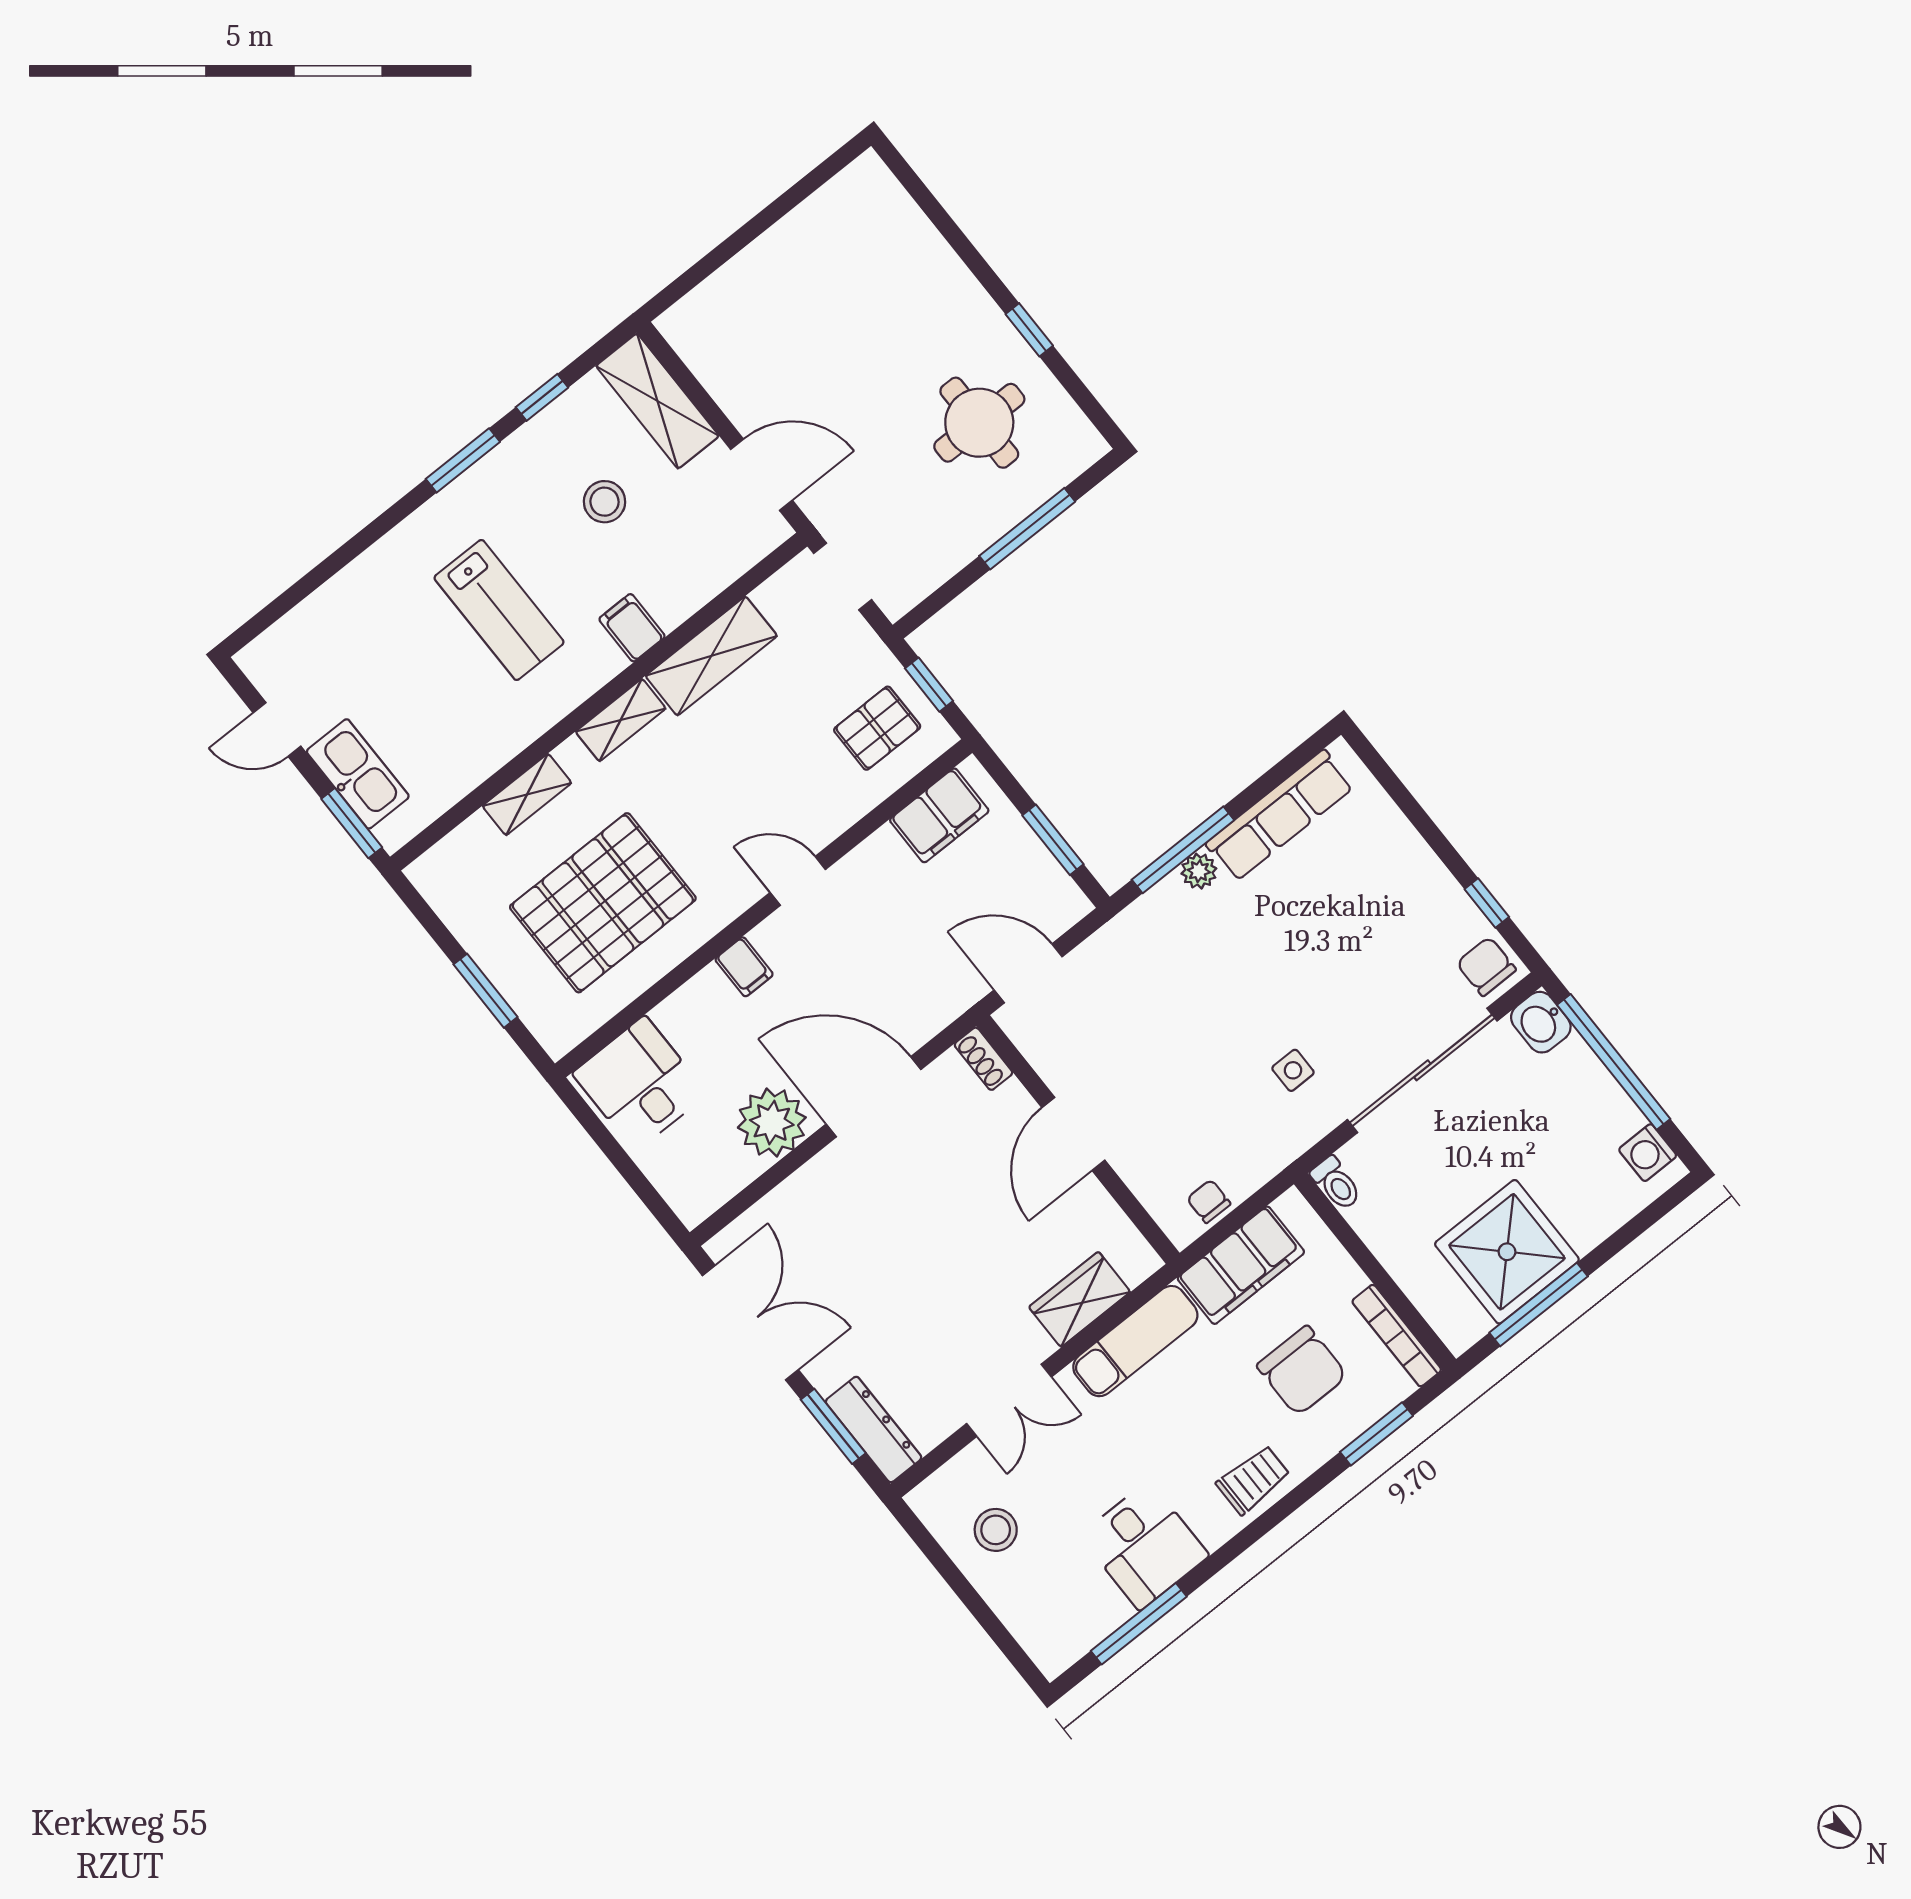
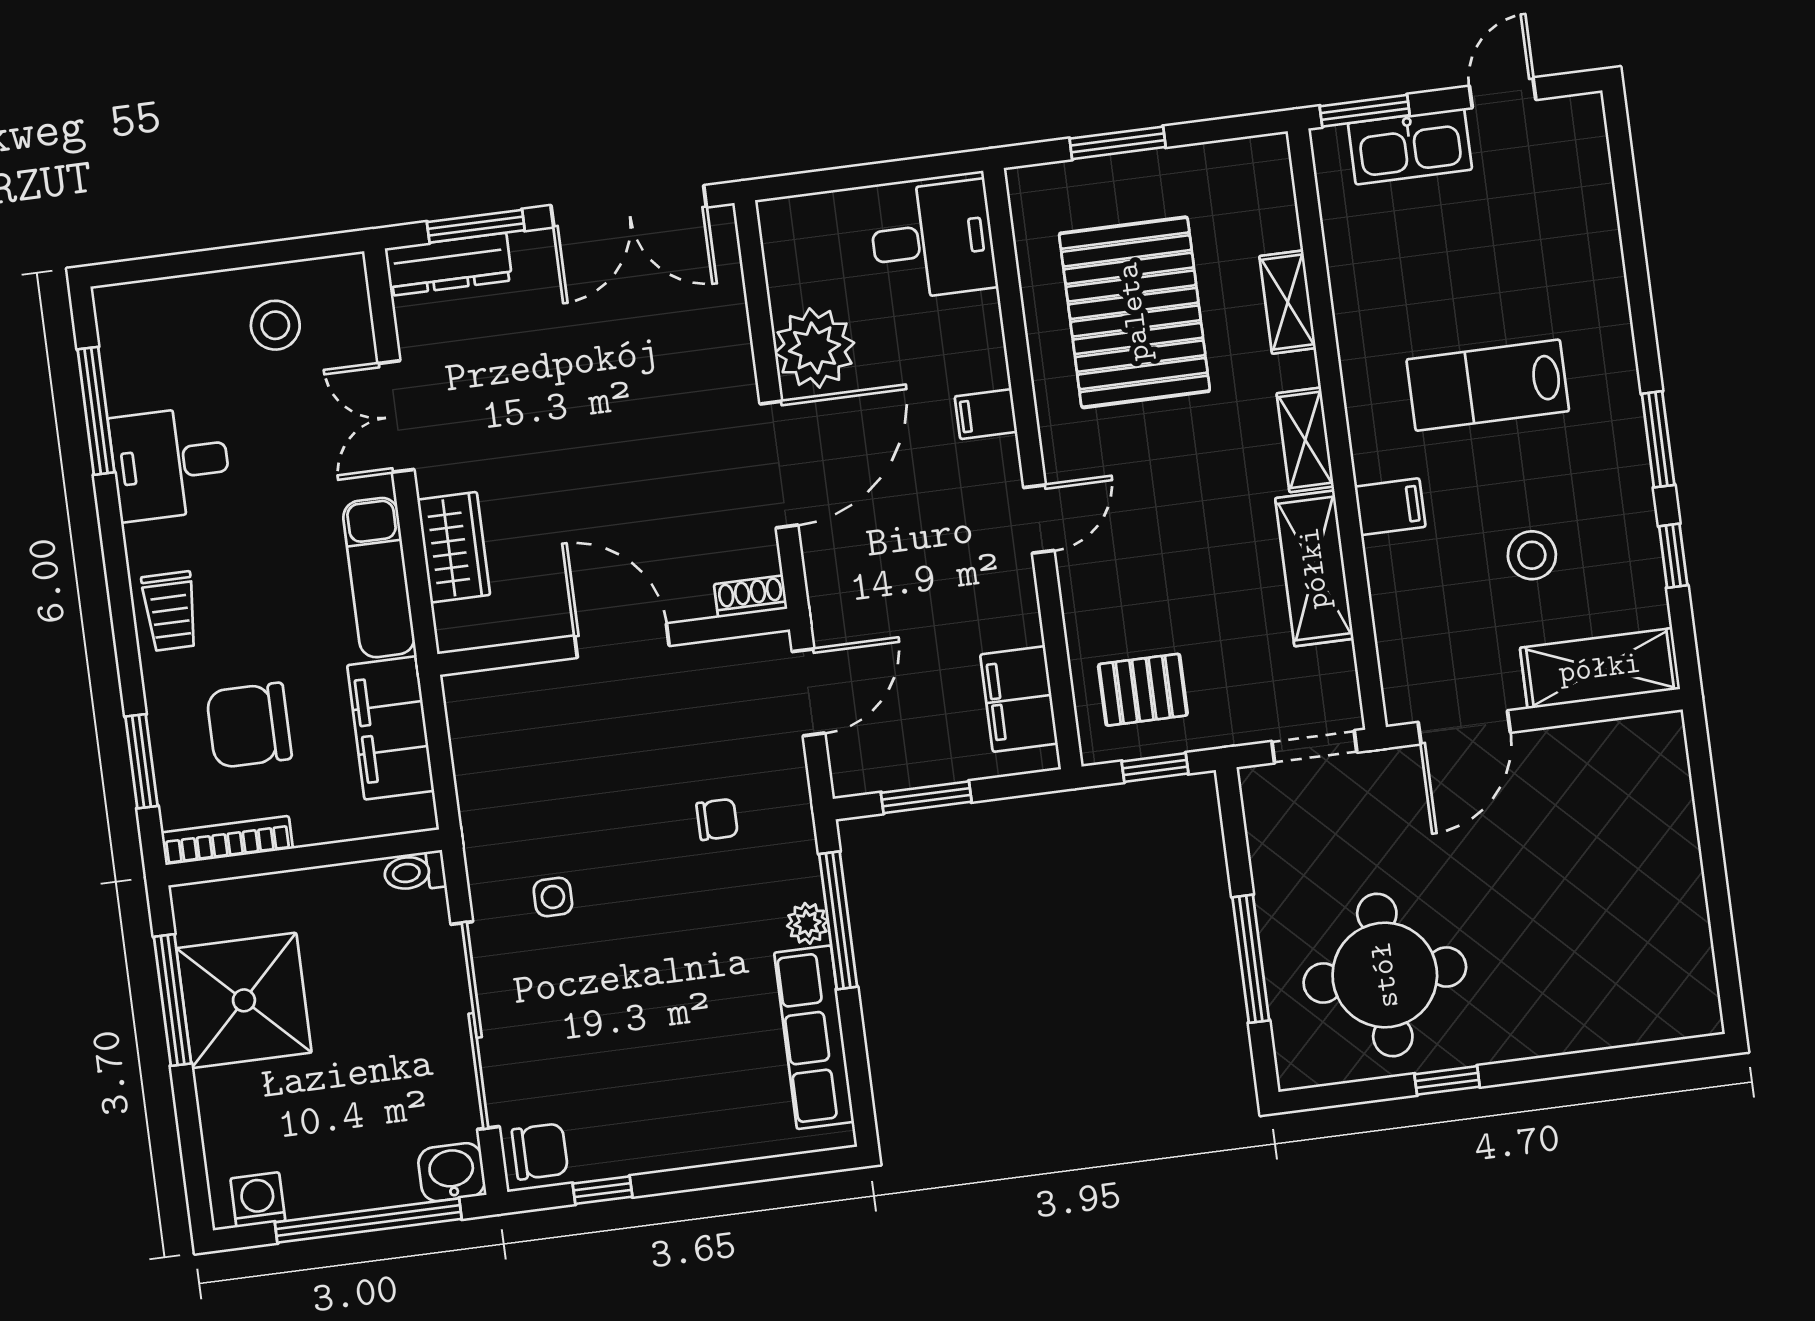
round table: (979, 423) -> (1385, 975), width x1.36, depth x1.36
pallet: (877, 728) -> (1143, 690), turned 90
chair: (1209, 1201) -> (717, 819), moved

